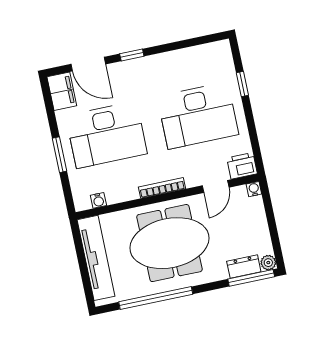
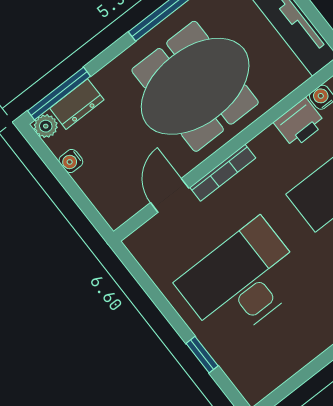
printer: (242, 166) -> (300, 123), moved
bookcase: (162, 188) -> (223, 173), moved
water cooler: (254, 189) -> (71, 161), moved, turned 90

